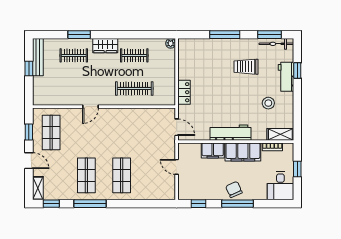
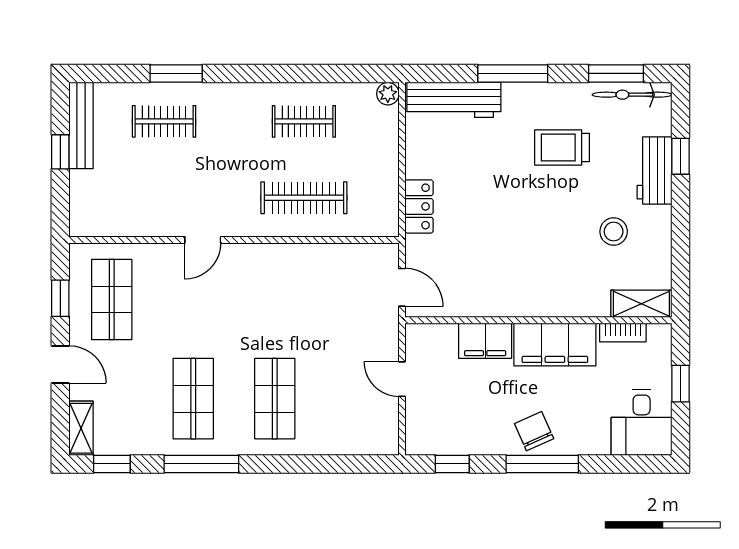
wardrobe: (105, 46) -> (237, 99), removed
workbench: (231, 133) -> (454, 100), moved, turned 180

